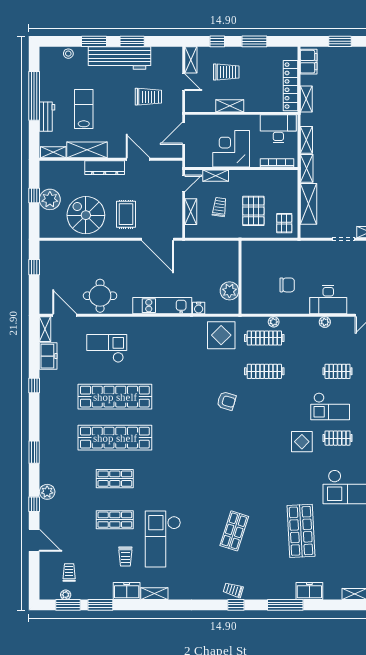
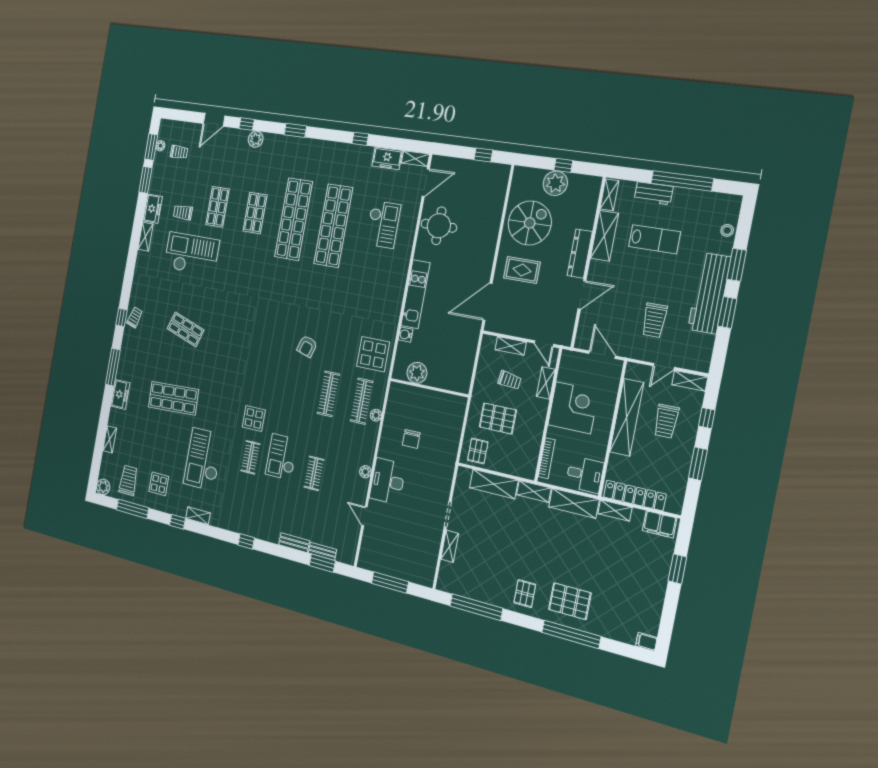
shelving: (230, 106) -> (627, 417), width x2.20, depth x1.33
desk: (278, 129) -> (585, 475), width x0.73
shelving: (306, 140) -> (574, 503), width x1.50, depth x1.33
pallet: (284, 223) -> (478, 451), turned 90

